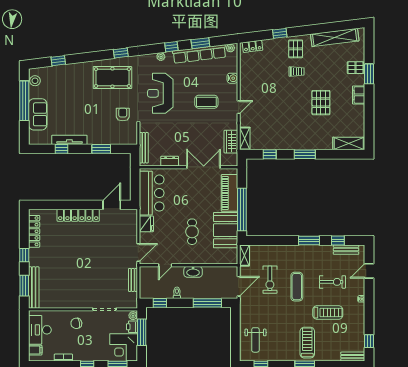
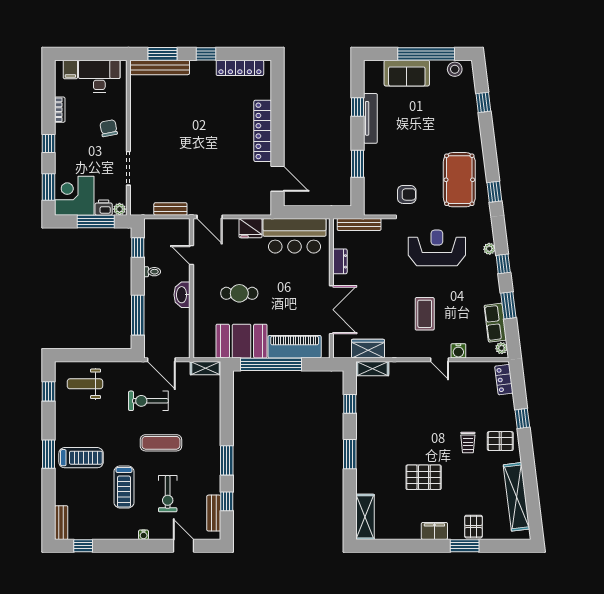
row of seats: (199, 54) -> (495, 323), width x0.50
door: (239, 107) -> (439, 360), moved
exercise bike: (270, 280) -> (148, 401), moved

